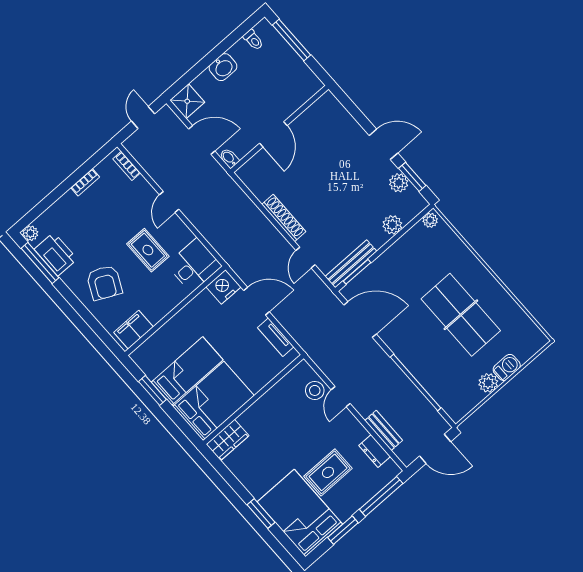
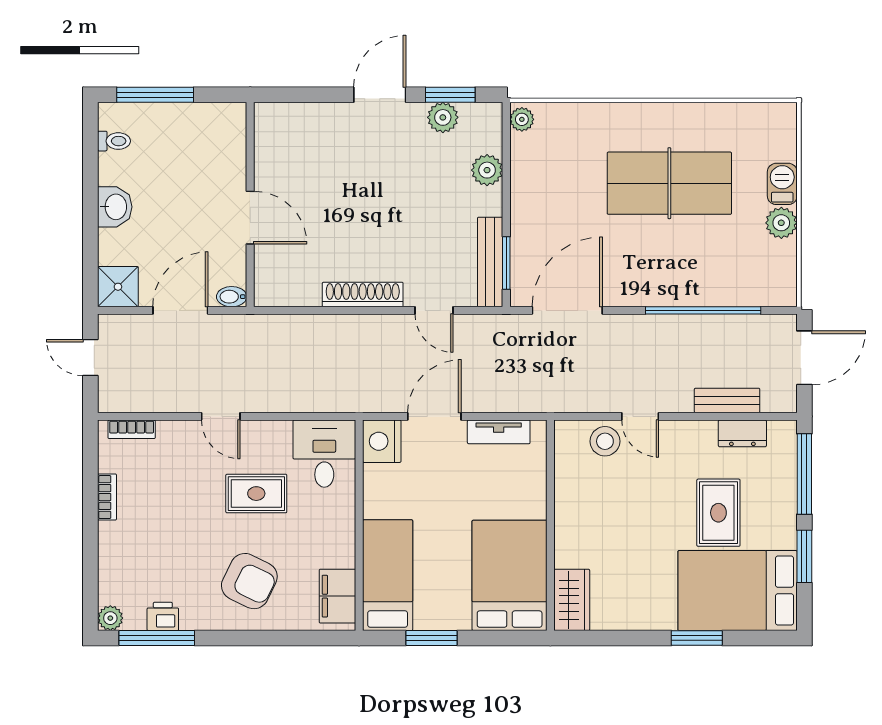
printer: (56, 254) -> (163, 616), width x0.53, depth x0.68
bed: (187, 371) -> (388, 575), moved

